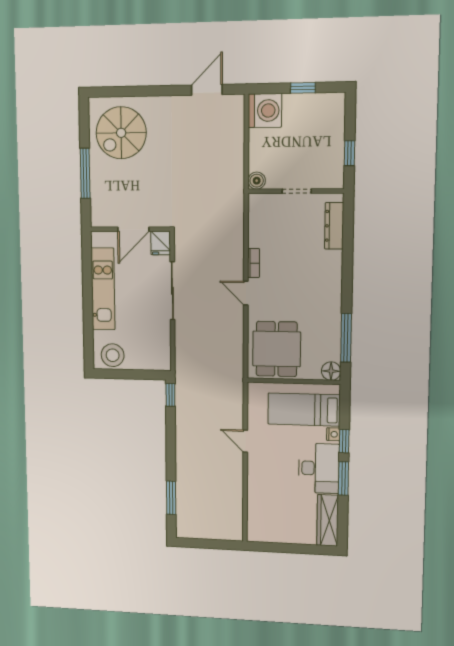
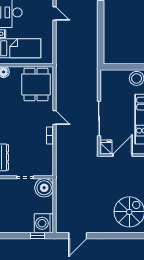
window: (303, 88) -> (38, 236), moved
boiler: (257, 181) -> (44, 188), width x1.86, depth x1.86
window: (170, 395) -> (101, 55), removed
door: (245, 441) -> (55, 13), moved

